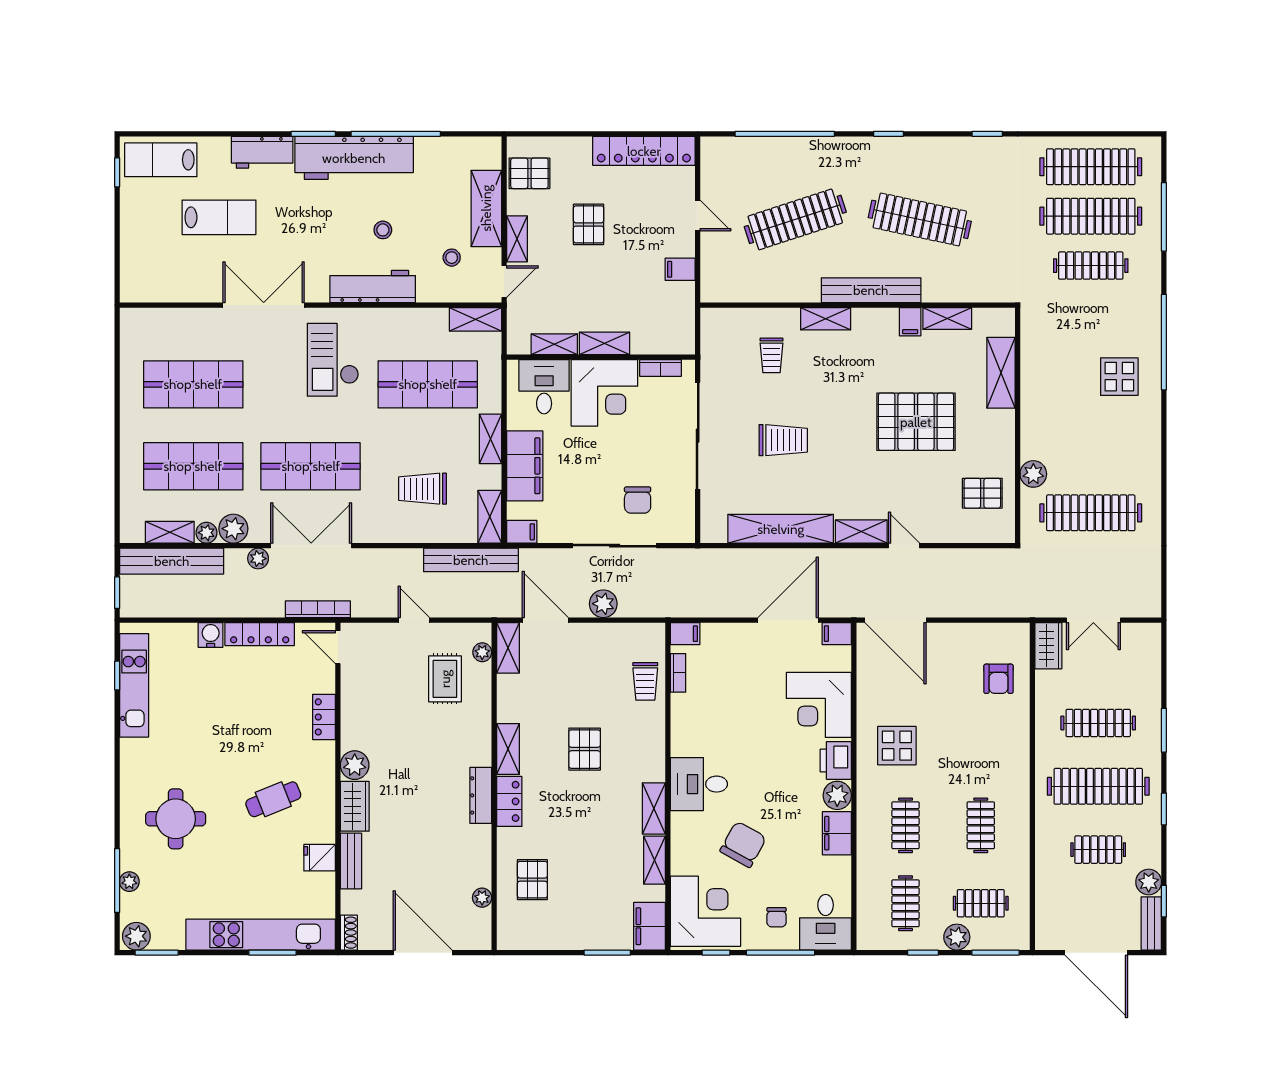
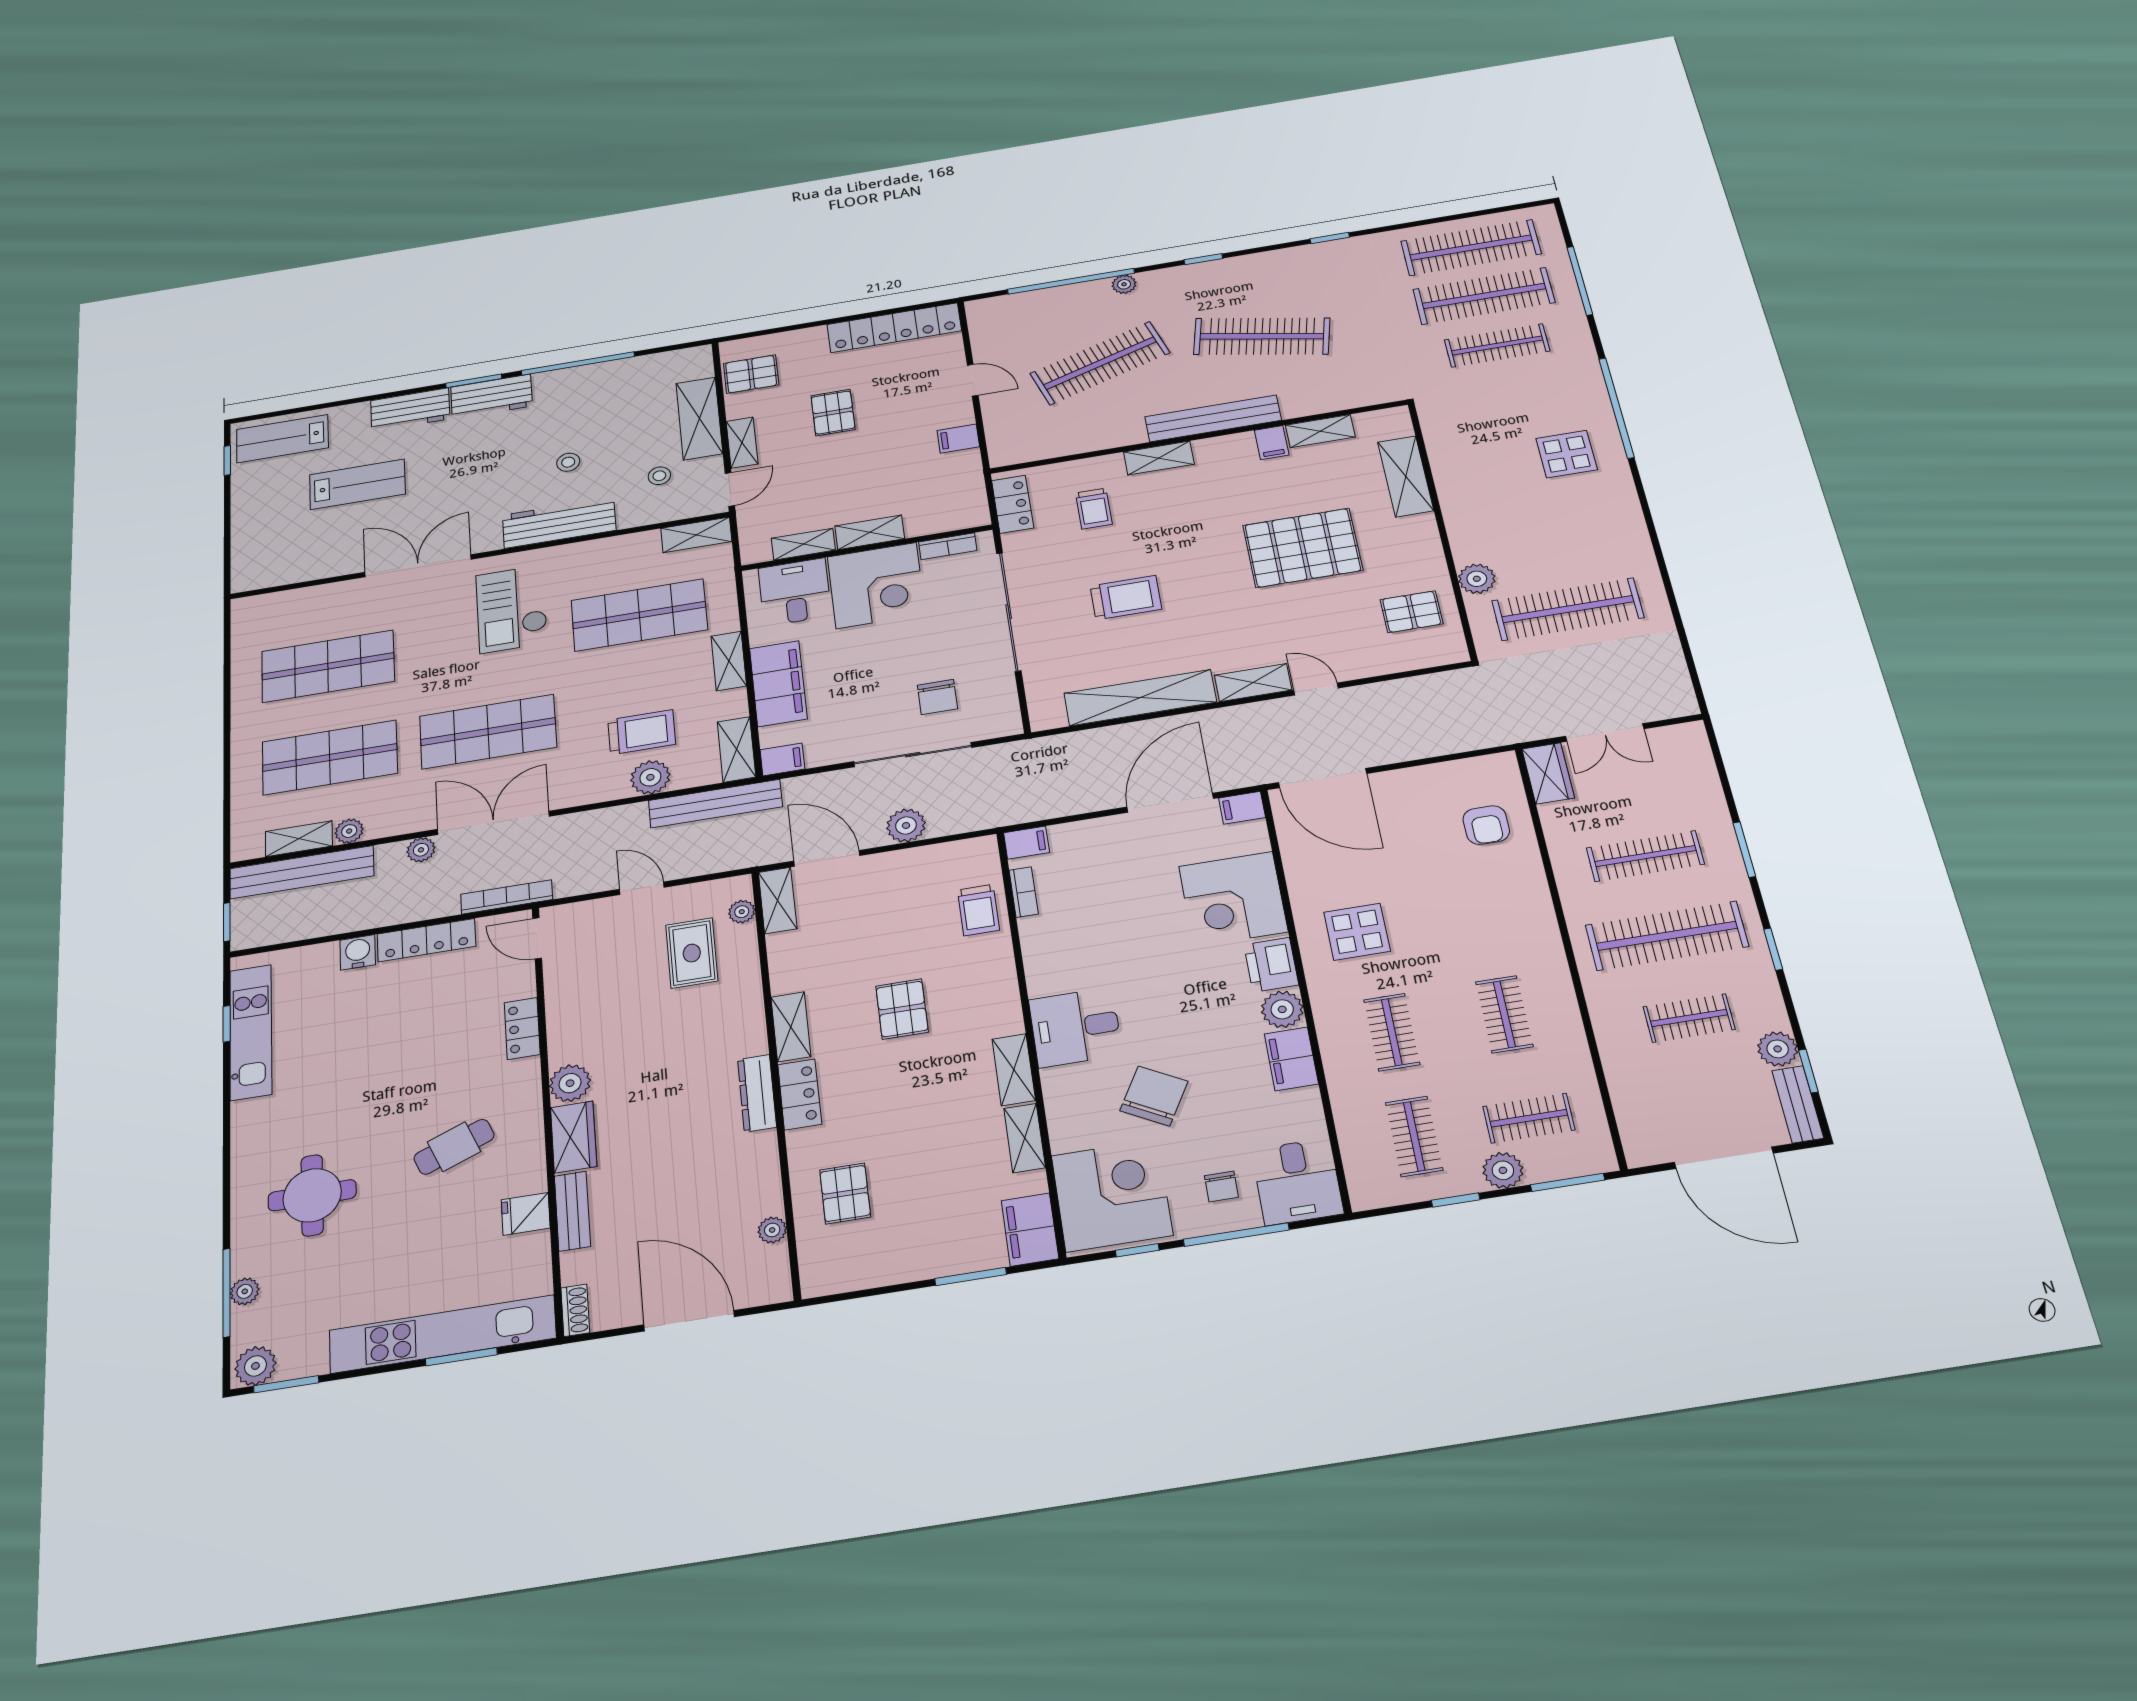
plant: (825, 146) -> (1124, 284), added
workbench: (354, 158) -> (491, 397), width x0.53, depth x0.76
locker: (713, 339) -> (1013, 504), added
trolley: (423, 489) -> (642, 732), turned 180
plant: (233, 529) -> (650, 777), moved

